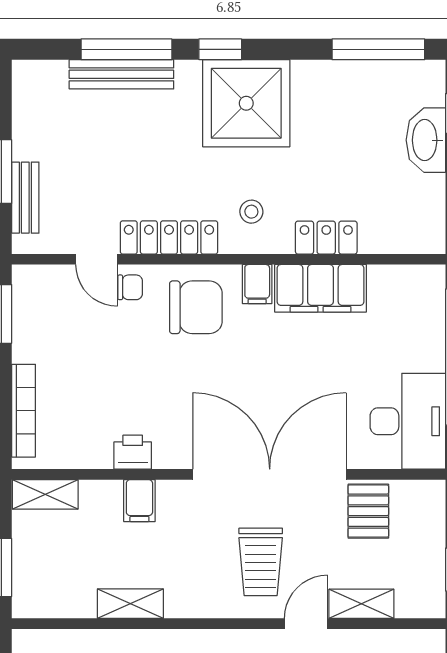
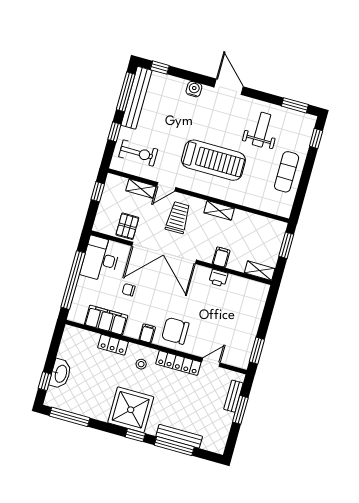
door: (97, 259) -> (211, 362), hinge flipped
chair: (130, 287) -> (129, 290), moved
filing cabinet: (320, 288) -> (106, 320), moved
bookcase: (24, 411) -> (259, 308), removed
shelving: (130, 604) -> (219, 210), moved

